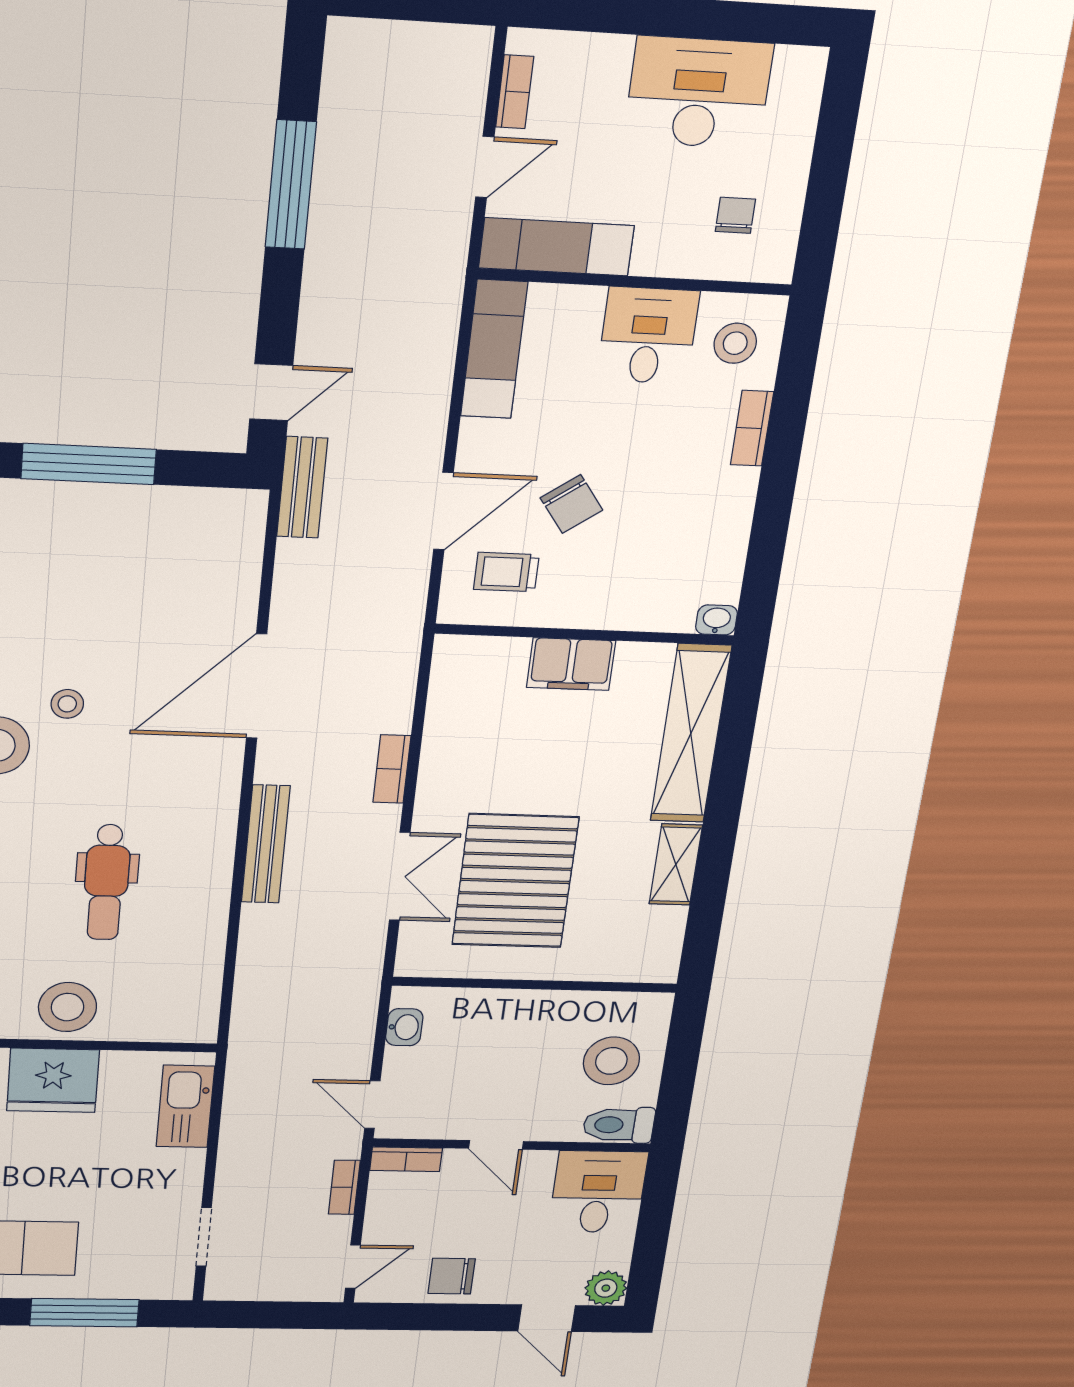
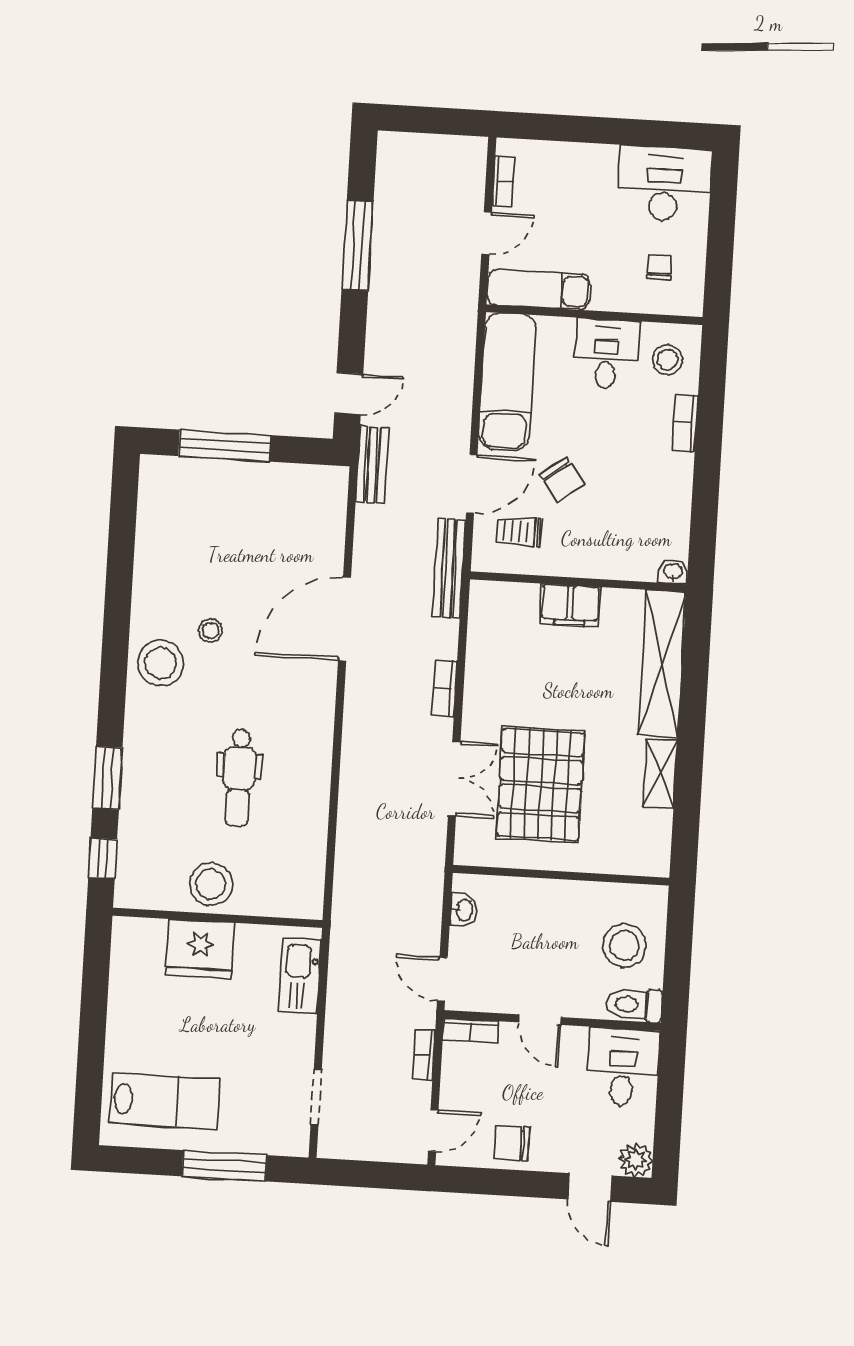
desk: (698, 93) -> (664, 184), moved
exam couch: (494, 349) -> (507, 382), width x1.36, depth x1.45
bench: (266, 844) -> (449, 568), moved

